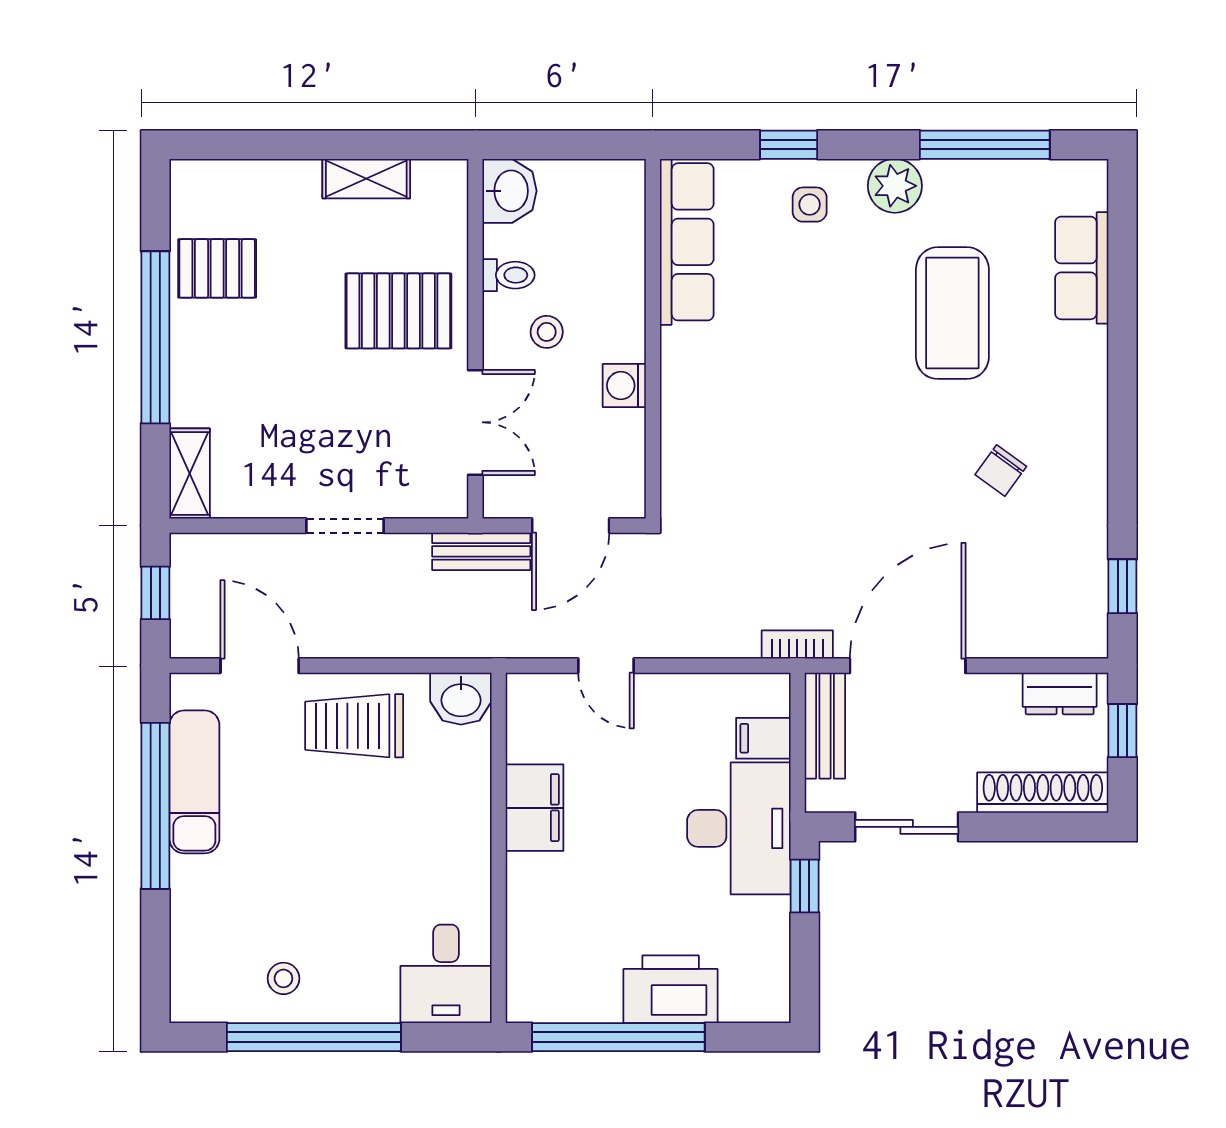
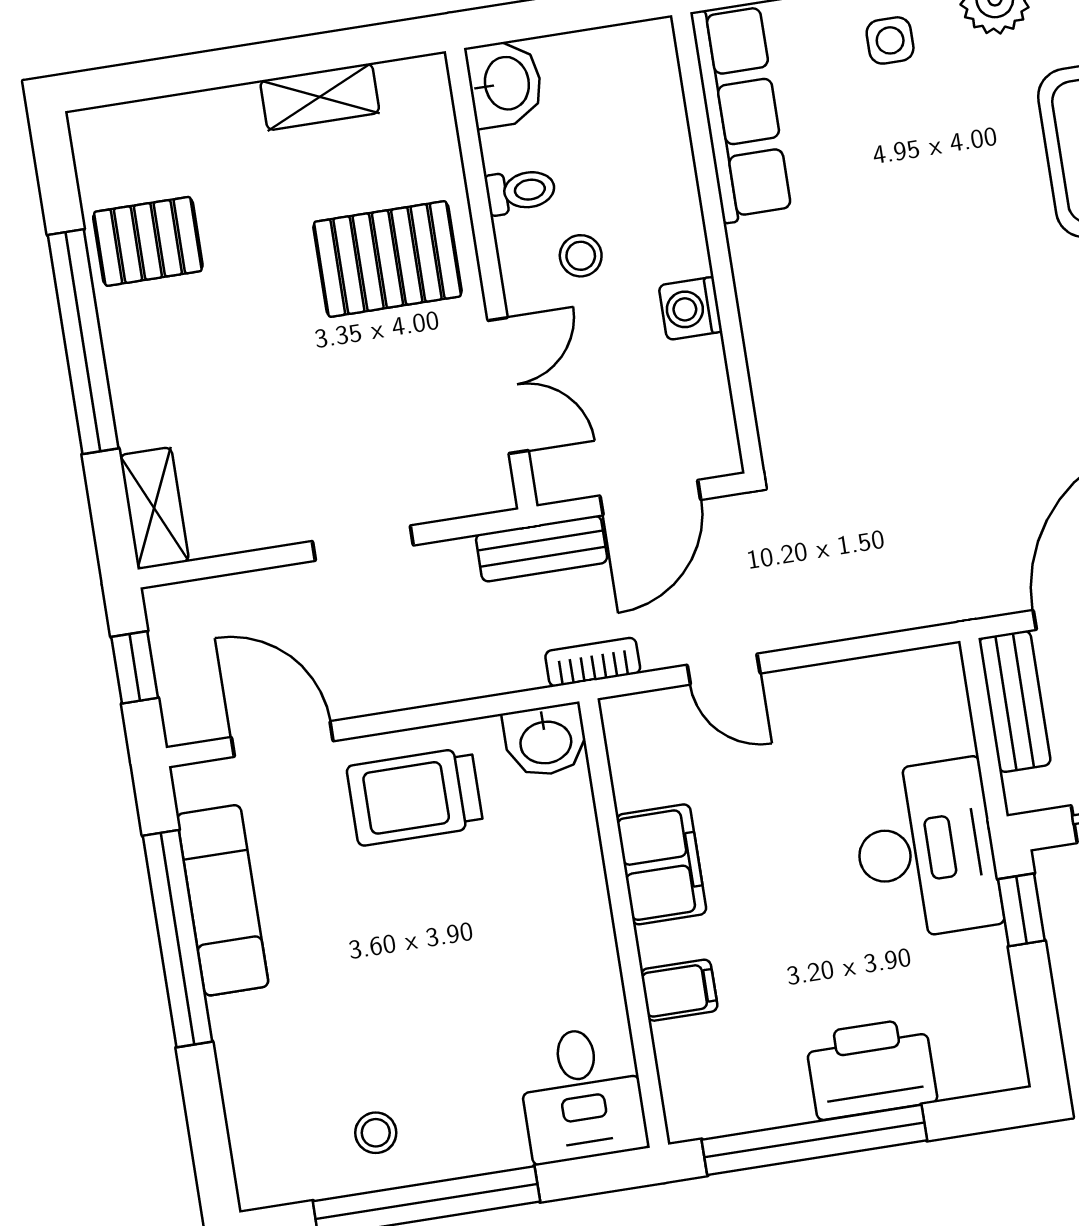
bookcase: (797, 644) -> (593, 662), moved
filing cabinet: (763, 738) -> (679, 990), moved, turned 180

